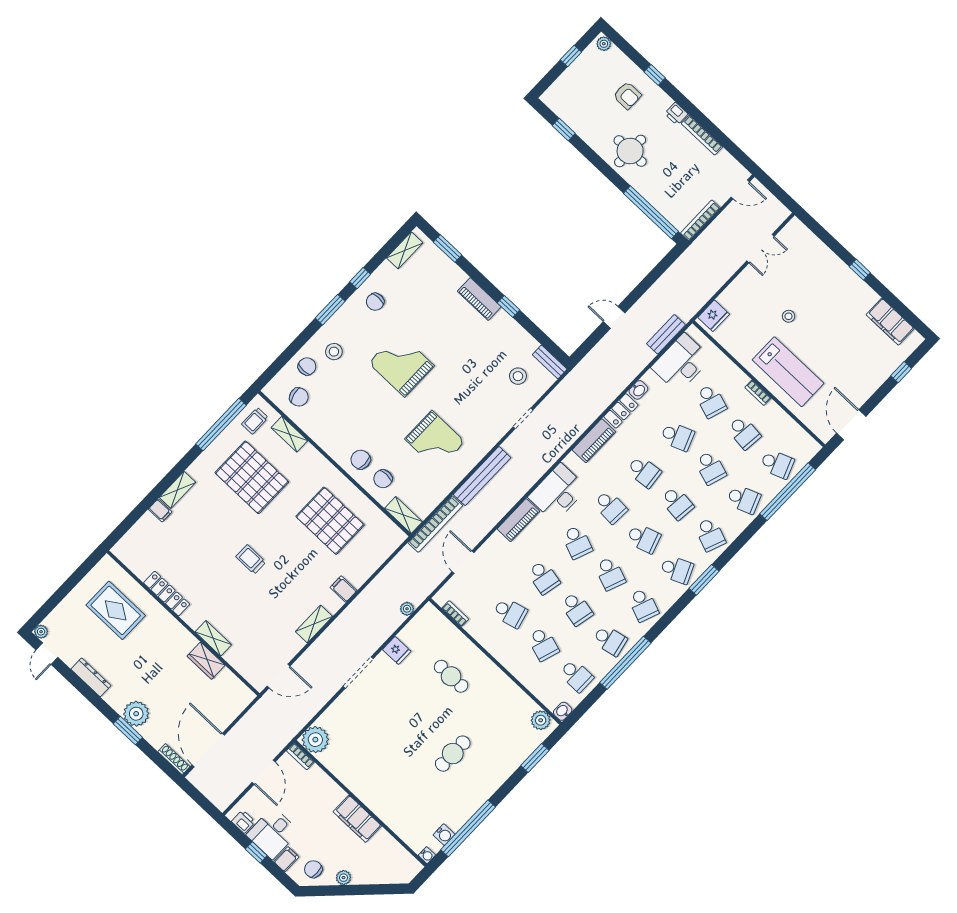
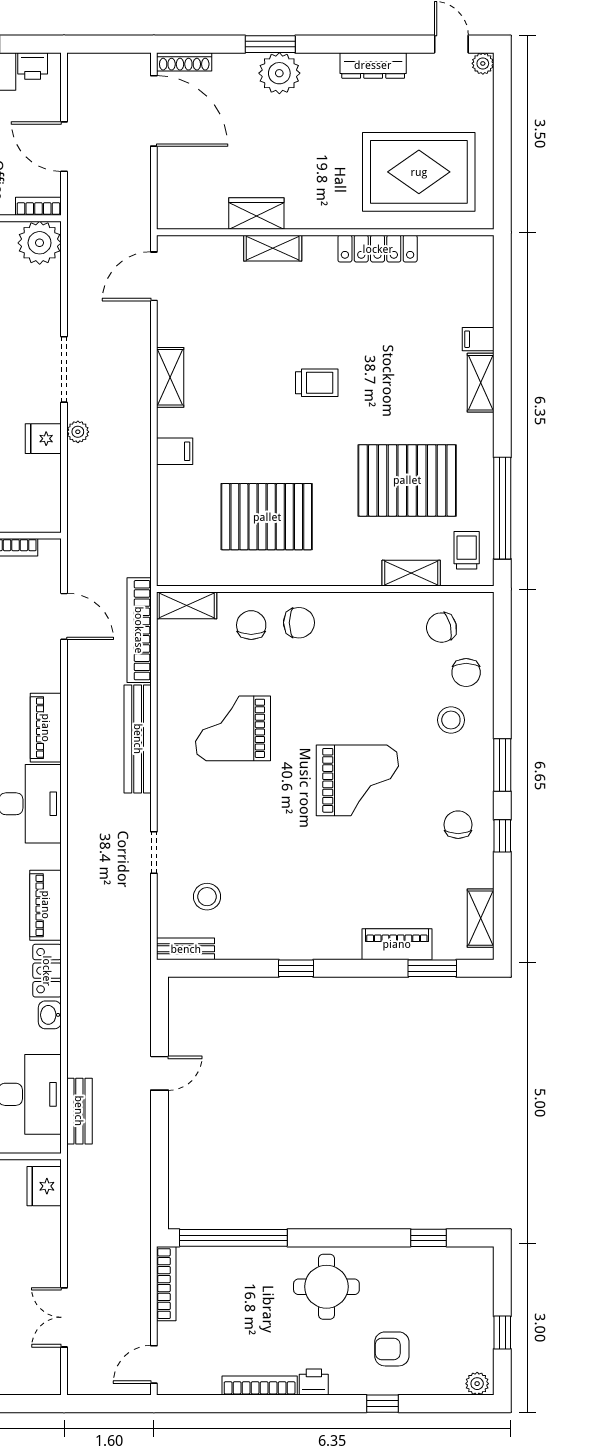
piano: (479, 299) -> (397, 944), moved
plant: (407, 609) -> (78, 432), moved
rug: (116, 610) -> (419, 172), width x1.37, depth x1.44

